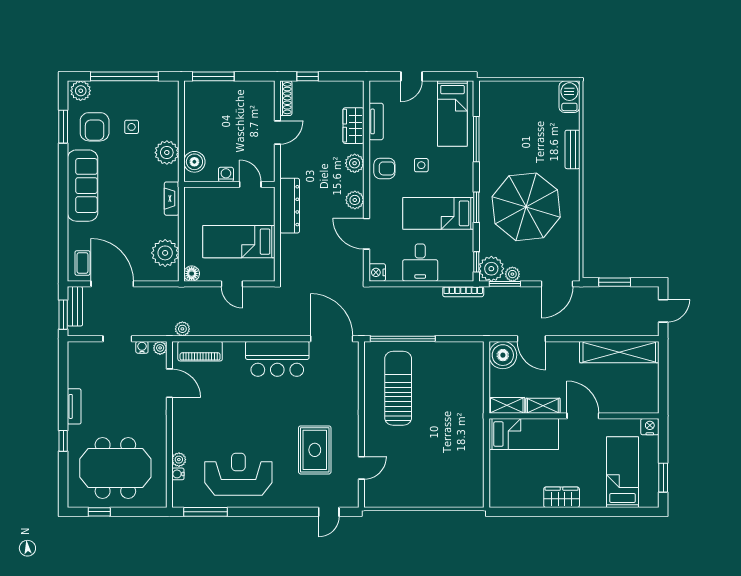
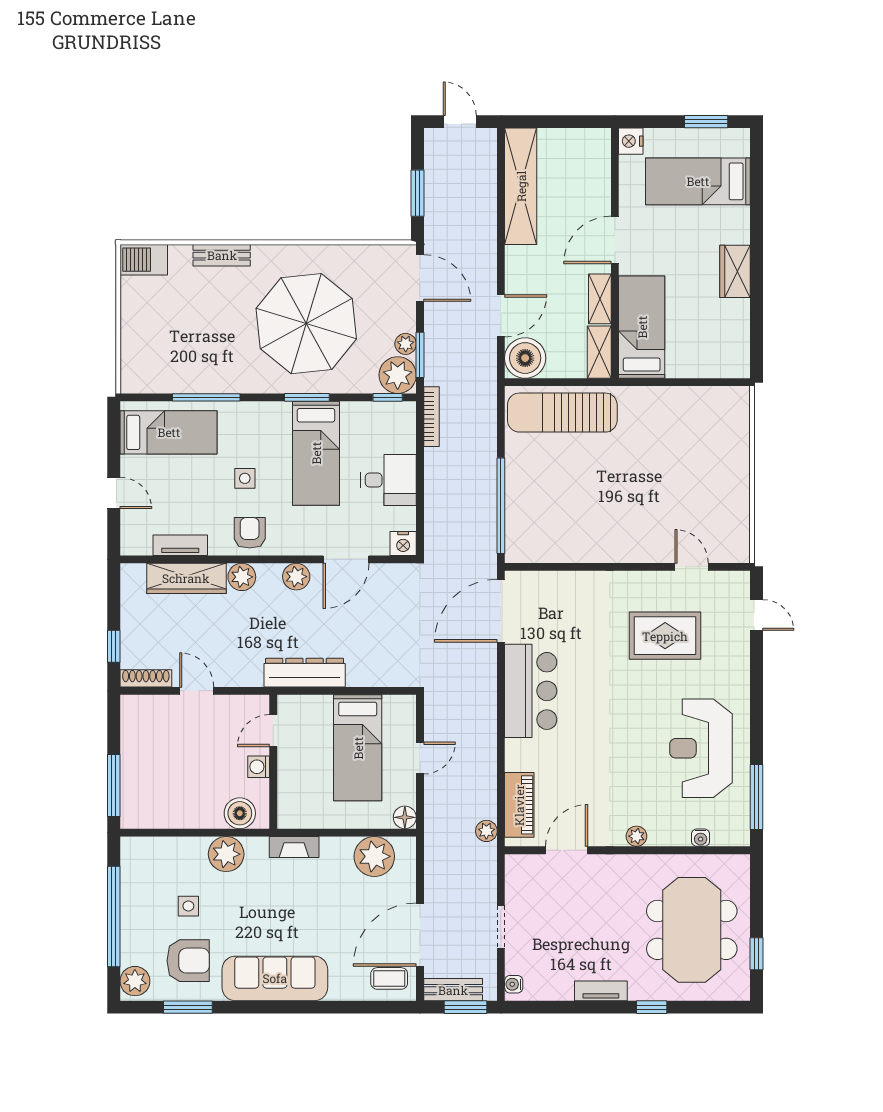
wardrobe: (354, 126) -> (186, 578), width x1.50
water cooler: (142, 347) -> (514, 984), moved
plant: (160, 348) -> (515, 864), removed
sun lounger: (398, 388) -> (562, 413), moved
plant: (179, 460) -> (636, 836), moved

